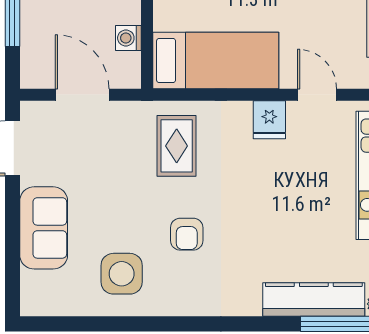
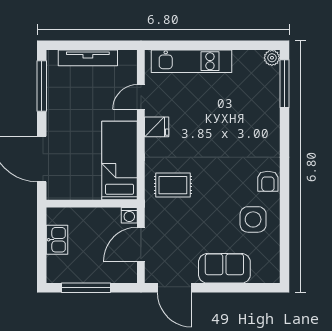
washing machine: (128, 38) -> (129, 215), moved
armchair: (187, 234) -> (268, 181), moved, turned 90
kitchen counter: (314, 300) -> (269, 99), removed

